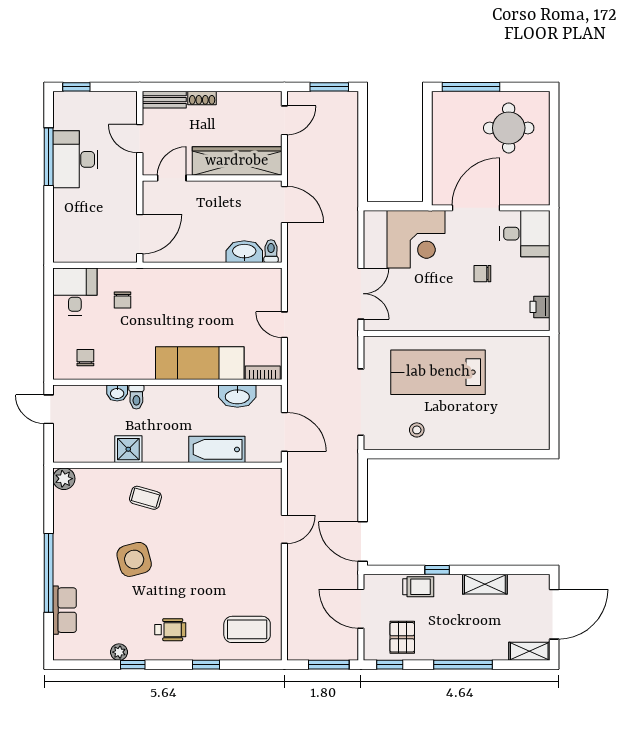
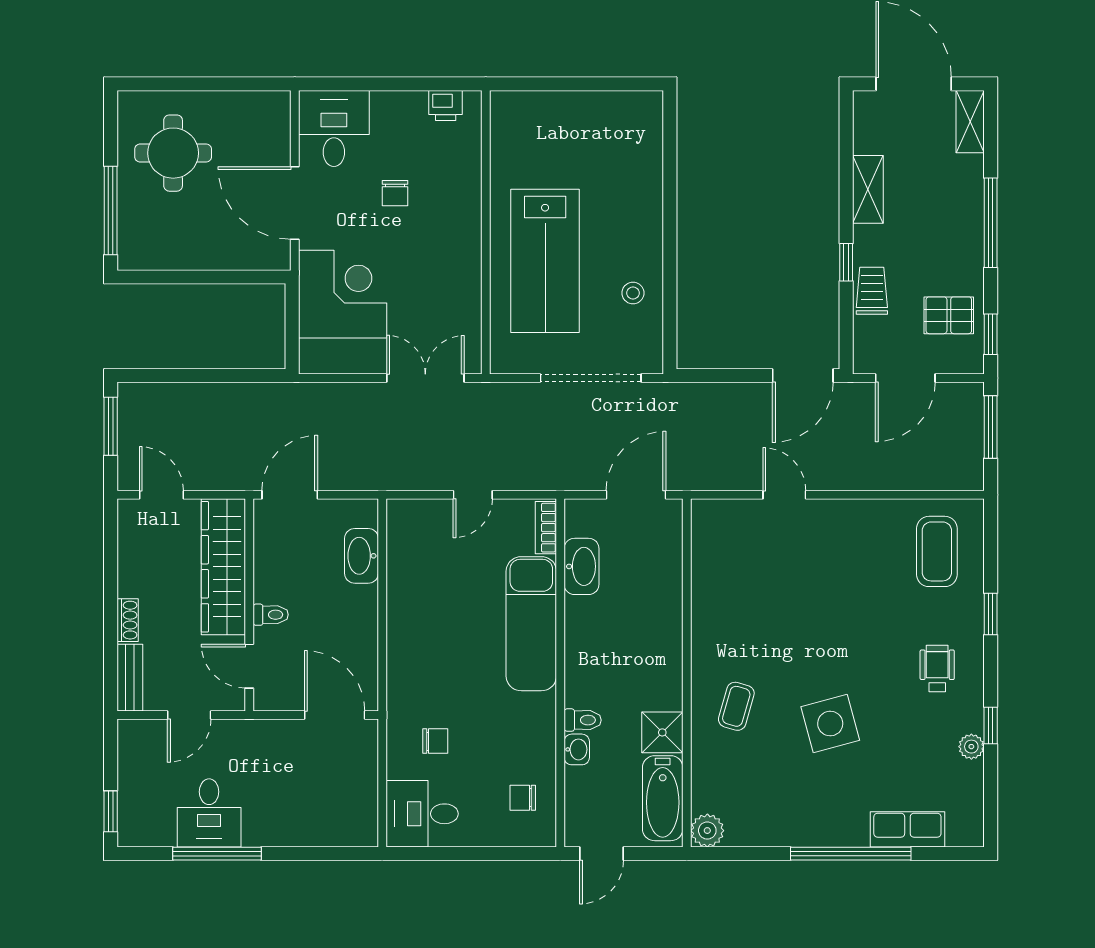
desk: (75, 159) -> (209, 813), width x0.73
toilet: (271, 251) -> (271, 615), moved, turned 180
bathtub: (217, 449) -> (663, 798), moved

